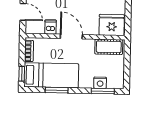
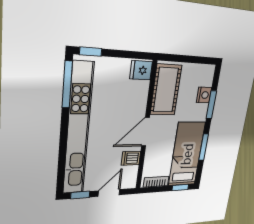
fridge: (112, 25) -> (141, 70), width x0.53, depth x0.75
cot: (109, 47) -> (166, 90), width x1.37, depth x1.34
window: (103, 91) -> (211, 105), moved

